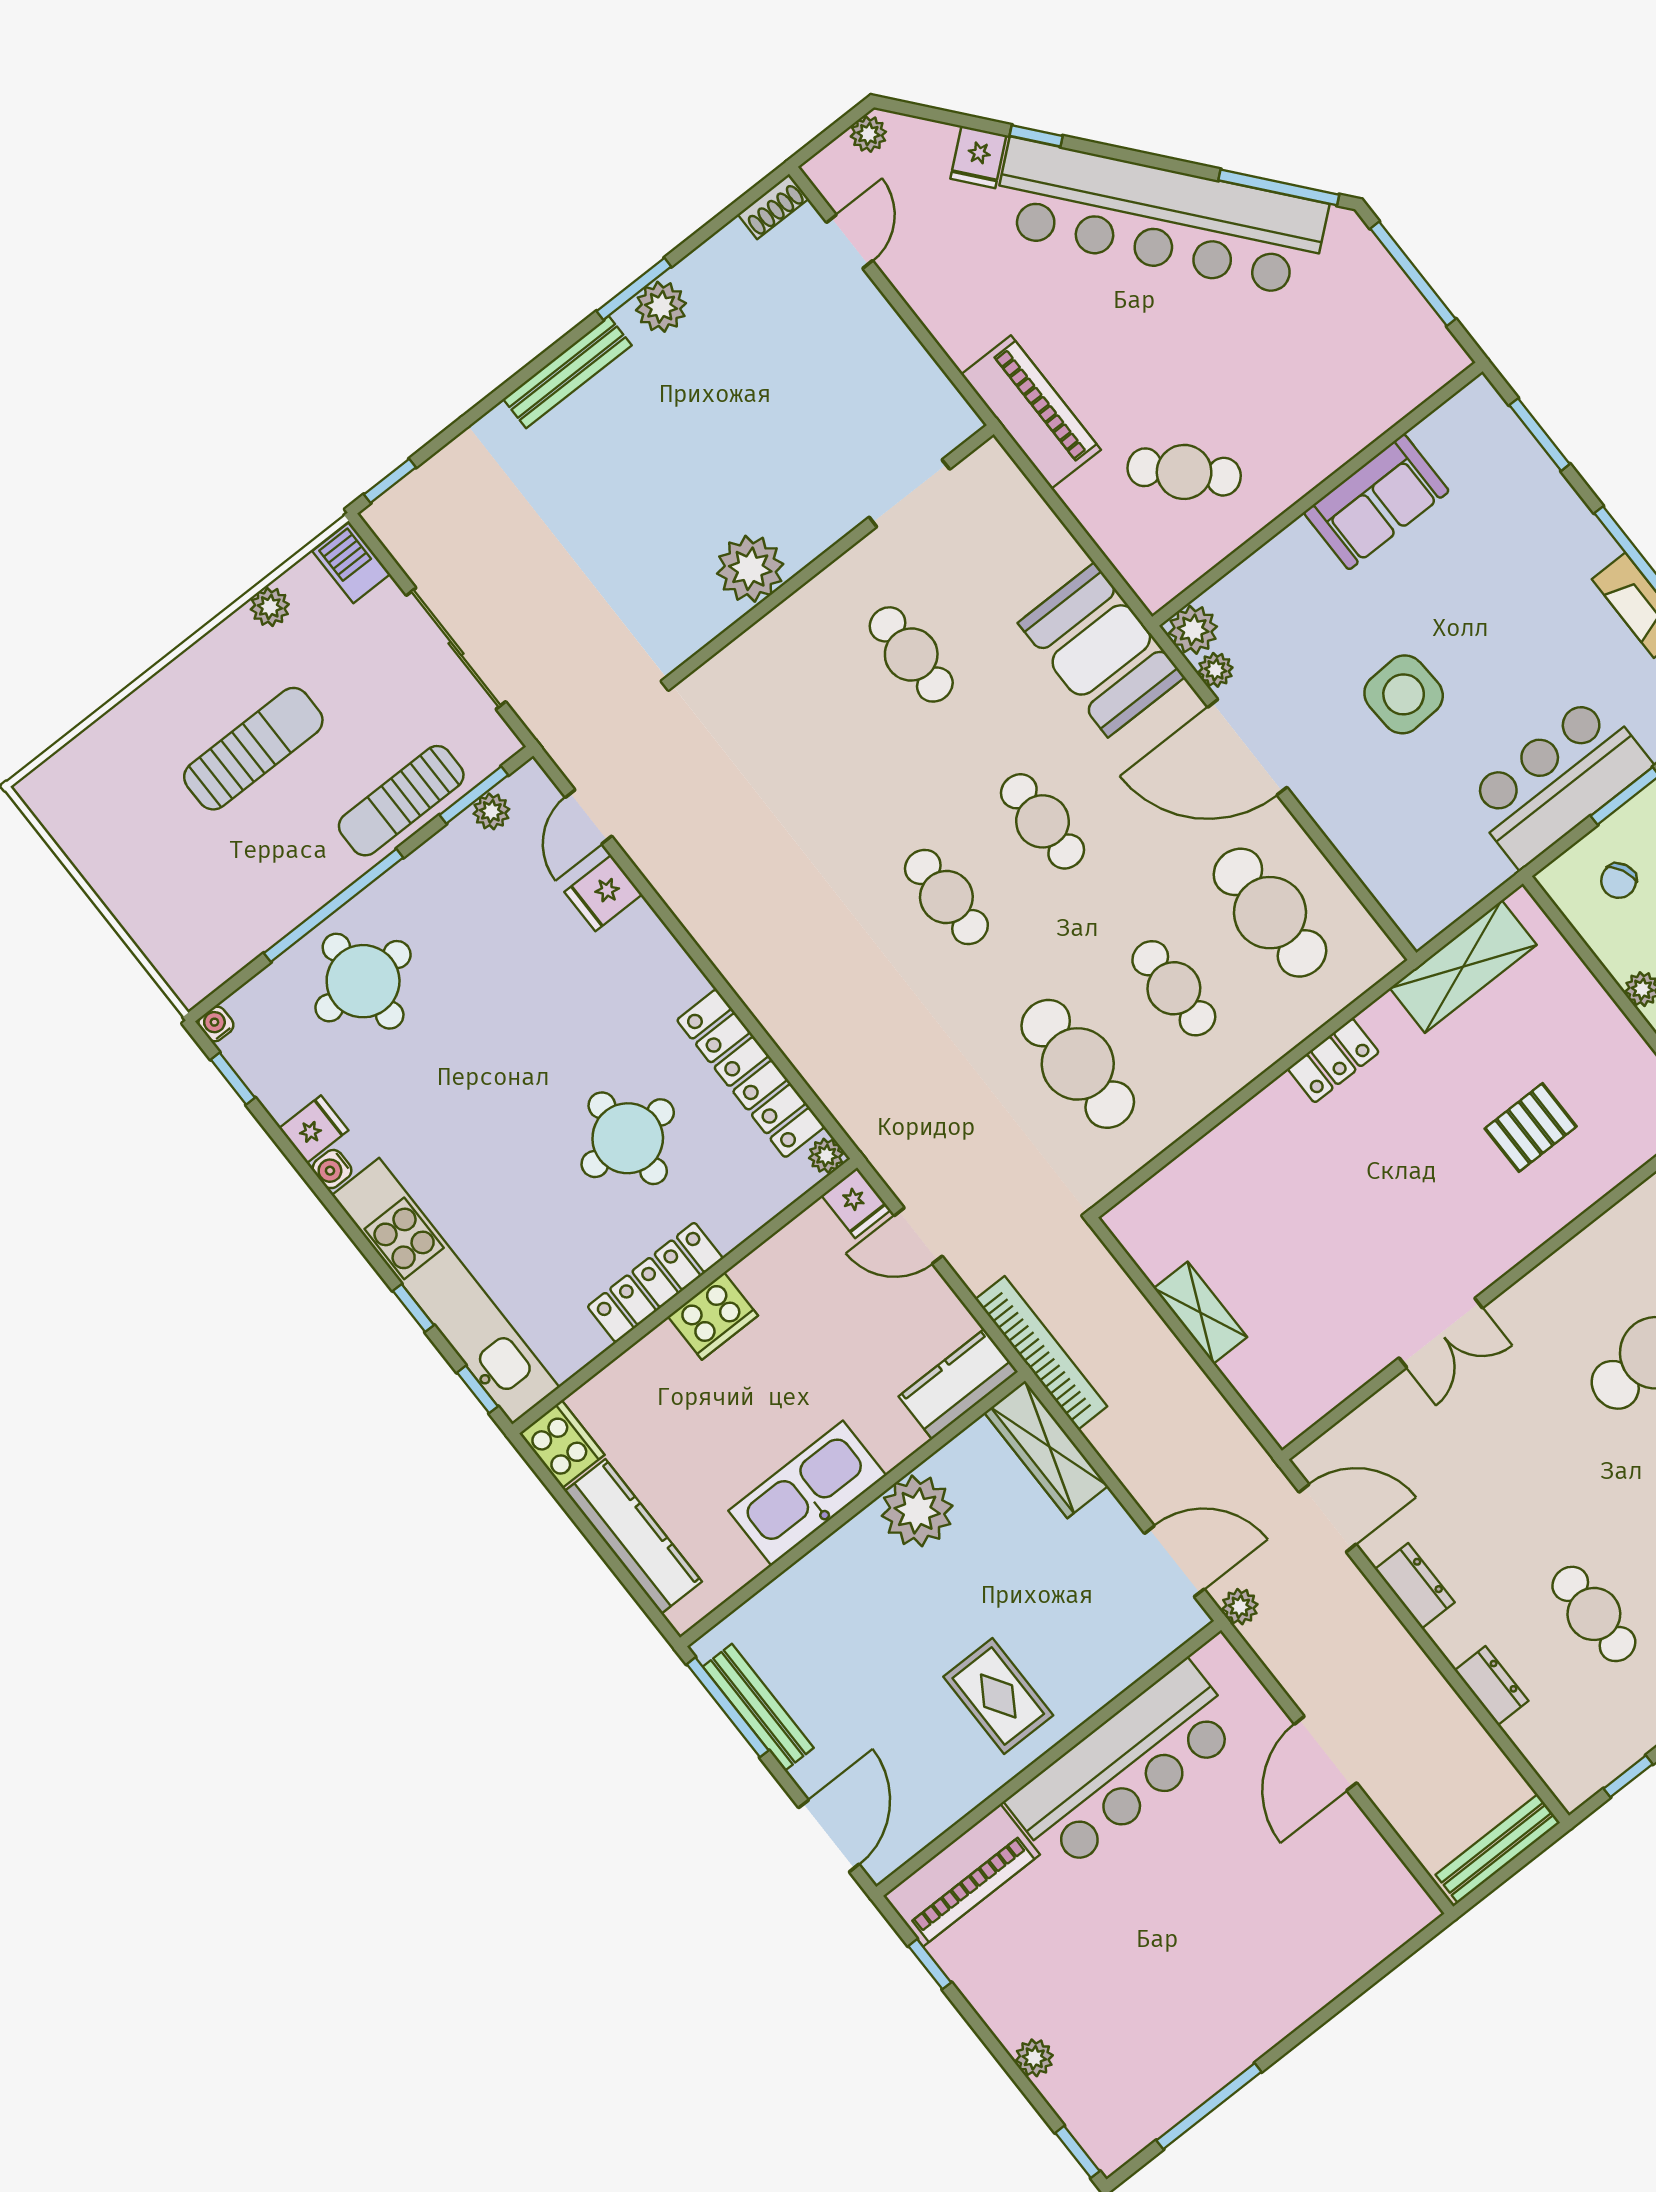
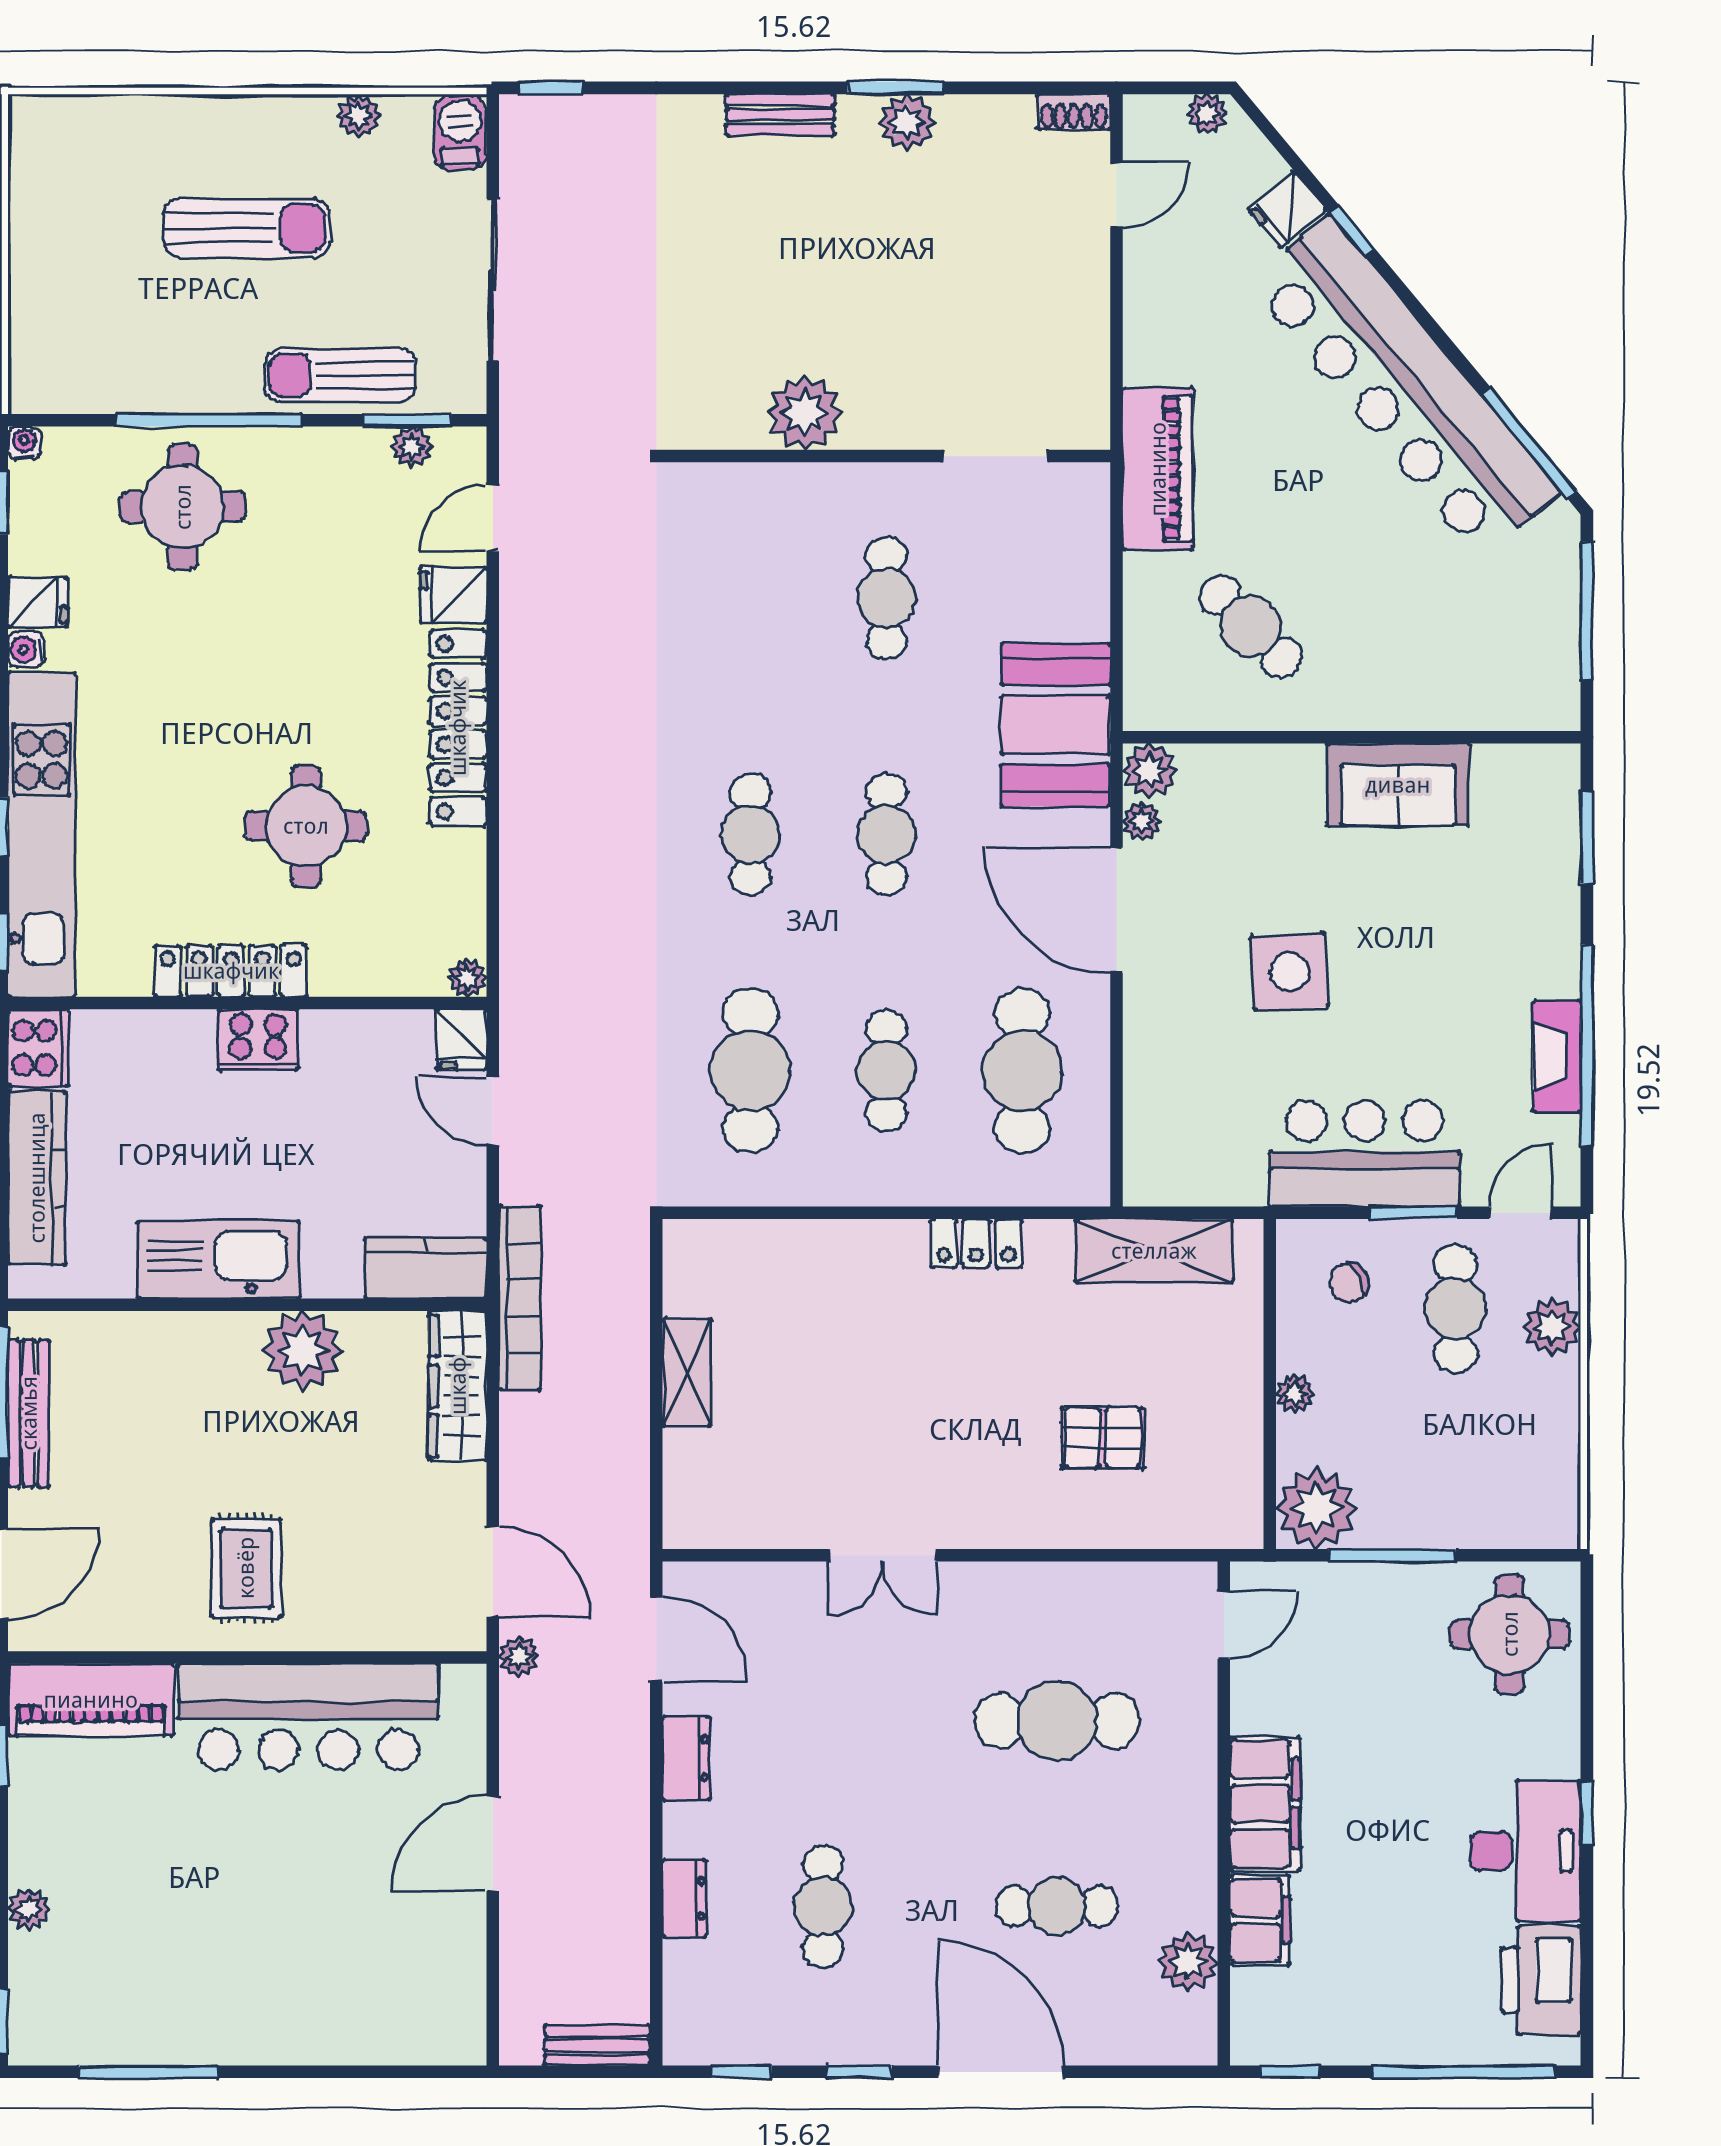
bench: (567, 372) -> (780, 115), width x0.73
locker: (751, 1073) -> (458, 728), moved
bench: (1498, 1849) -> (597, 2045), width x0.73

